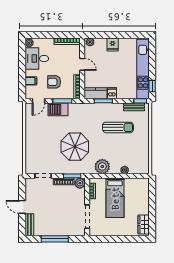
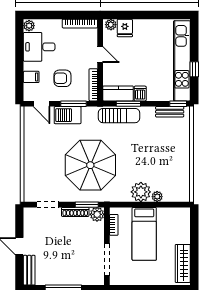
fridge: (113, 44) -> (125, 28), moved
window: (152, 86) -> (194, 69), moved
door: (39, 101) -> (42, 104), hinge flipped
sun lounger: (118, 127) -> (119, 116), moved
parasol: (75, 147) -> (90, 165), width x1.36, depth x1.36
plant: (102, 167) -> (141, 192), moved
wardrobe: (144, 225) -> (183, 263), width x1.50

